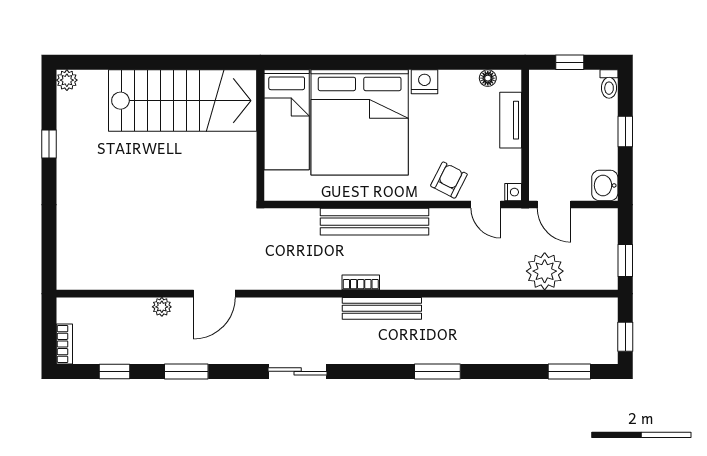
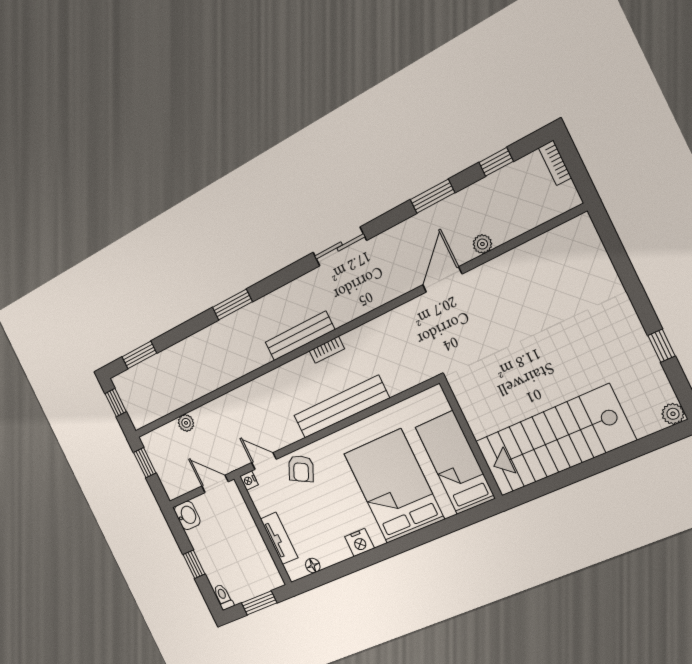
window: (570, 62) -> (259, 603), width x1.50
bed: (360, 122) -> (394, 486), width x0.73
plant: (545, 271) -> (186, 423), width x0.53, depth x0.53

